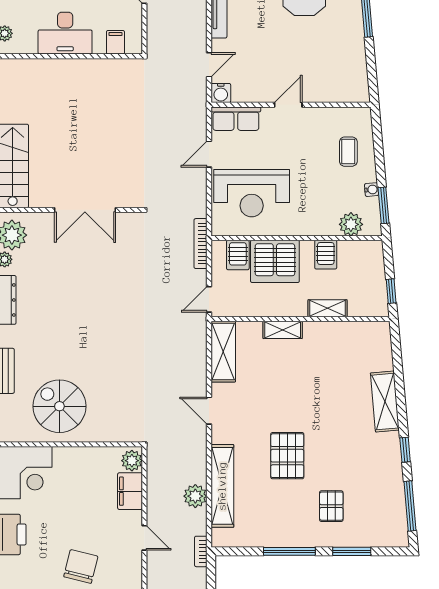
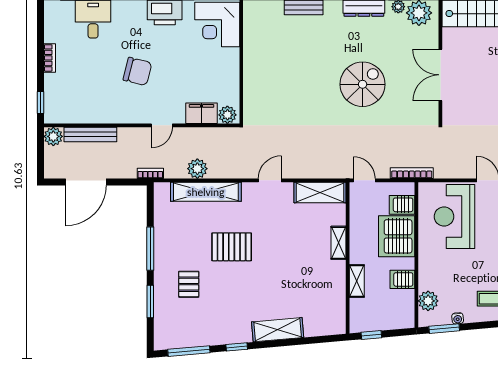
spiral stairs: (59, 406) -> (363, 84), moved
pallet: (331, 506) -> (189, 284), turned 90

